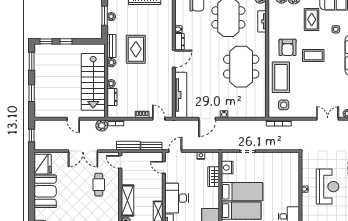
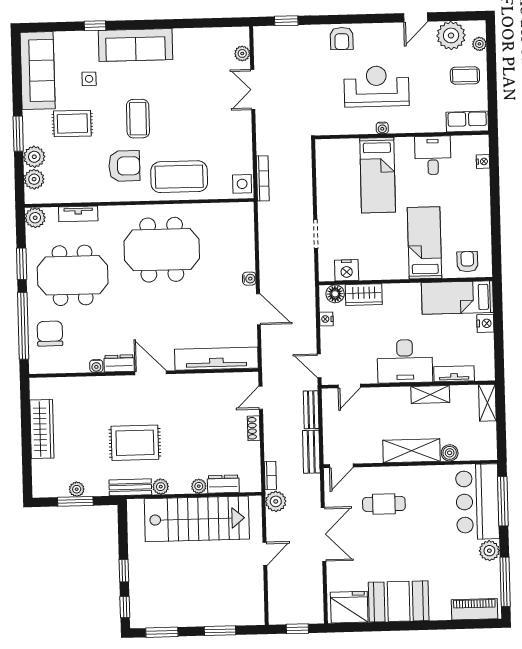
side table: (284, 105) -> (242, 184), moved
floor lamp: (215, 161) -> (335, 294), added
bed: (242, 192) -> (378, 175), moved, turned 180

